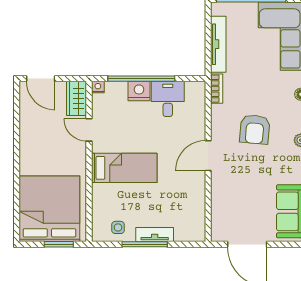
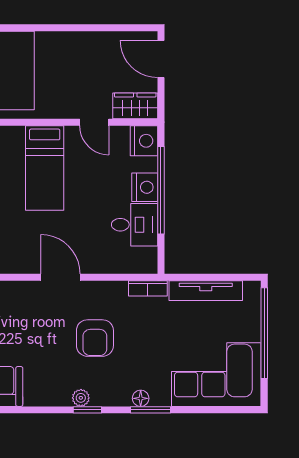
door: (41, 79) -> (161, 59), hinge flipped
nightstand: (98, 87) -> (144, 141), width x1.89, depth x1.79
armchair: (255, 129) -> (95, 338), turned -95
door: (89, 130) -> (94, 122), swing flipped

